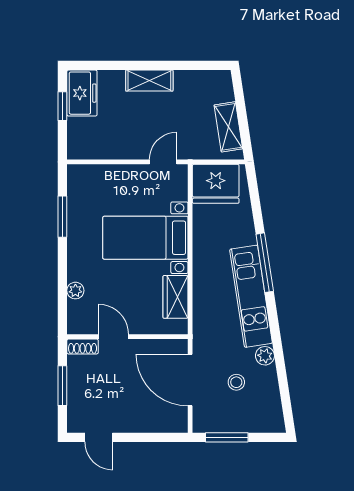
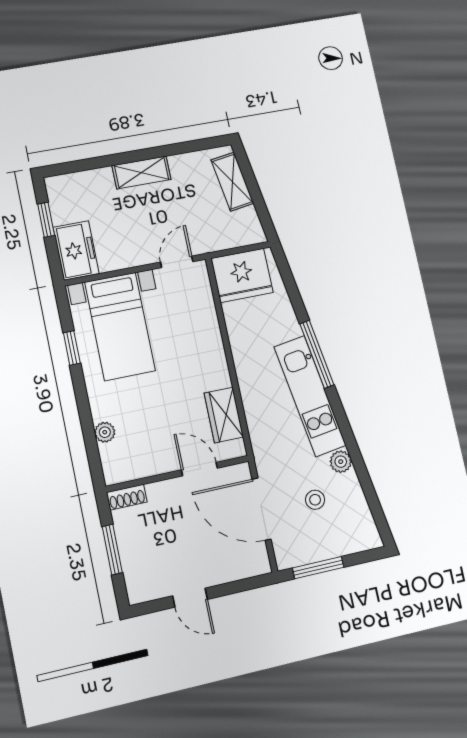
freezer: (82, 93) -> (76, 250), moved
shelving: (228, 127) -> (232, 182), moved
window: (62, 217) -> (72, 348), width x0.67
bed with nightstands: (145, 238) -> (120, 326), moved, turned -90
door: (113, 337) -> (199, 469), moved
door: (99, 437) -> (190, 598), moved

